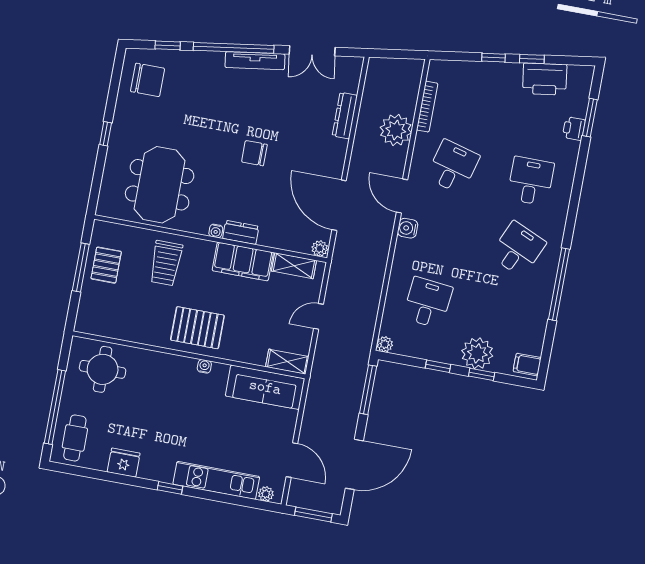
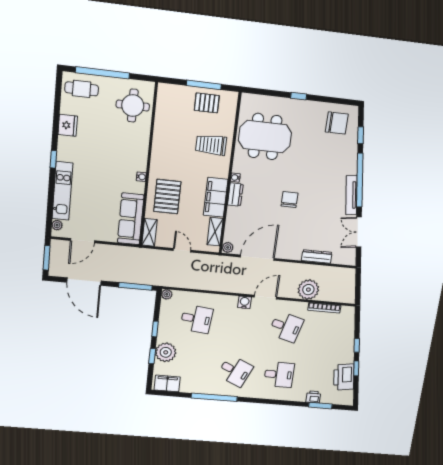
chair: (148, 80) -> (337, 123), turned -90
pallet: (197, 328) -> (167, 197), moved
filing cabinet: (527, 365) -> (167, 384), width x2.00

